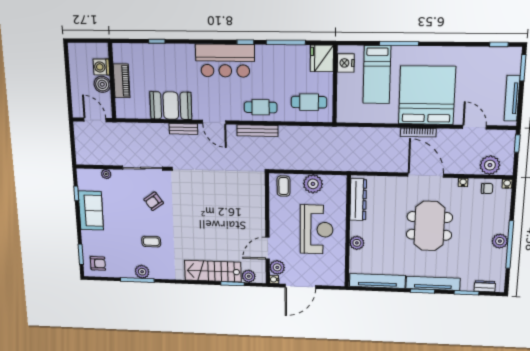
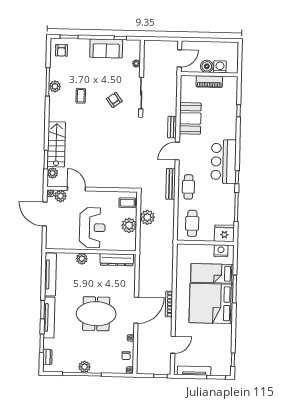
bed: (427, 95) -> (211, 303), moved, turned 180
plant: (490, 165) -> (147, 217), moved
reception desk: (317, 229) -> (92, 228), turned -90

